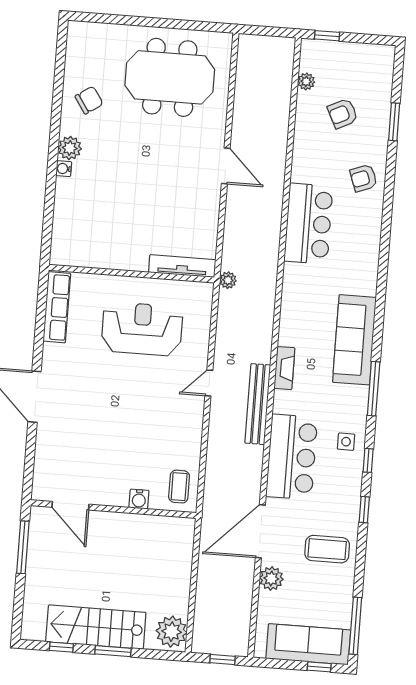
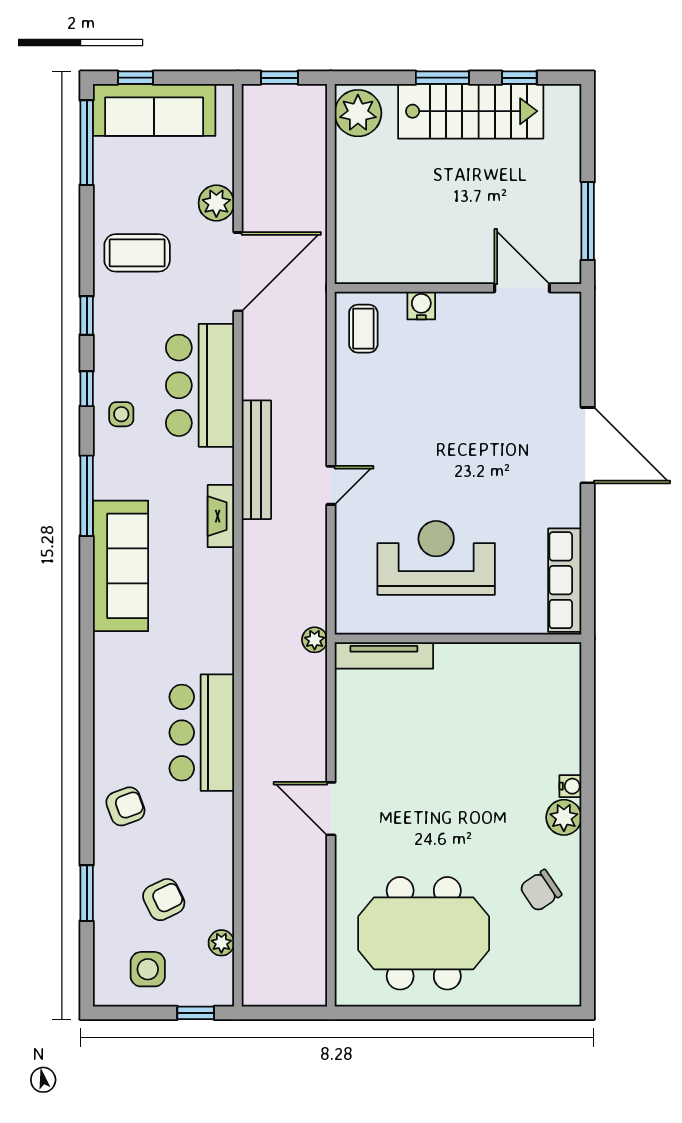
side table: (357, 68) -> (148, 969), added
reception desk: (142, 329) -> (436, 558), turned 180

